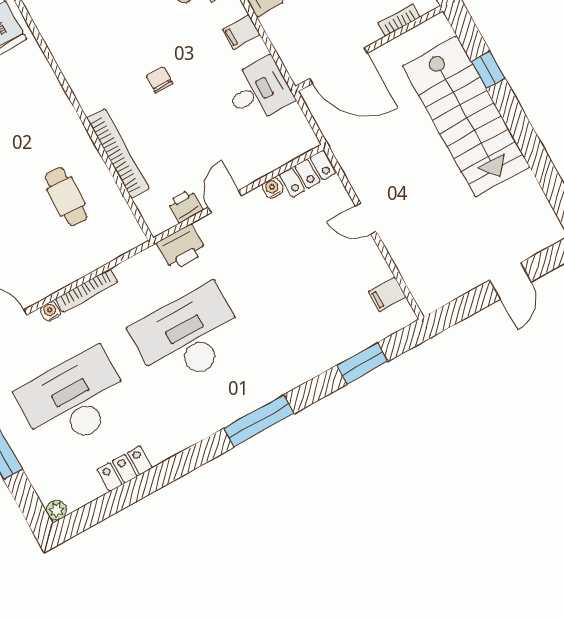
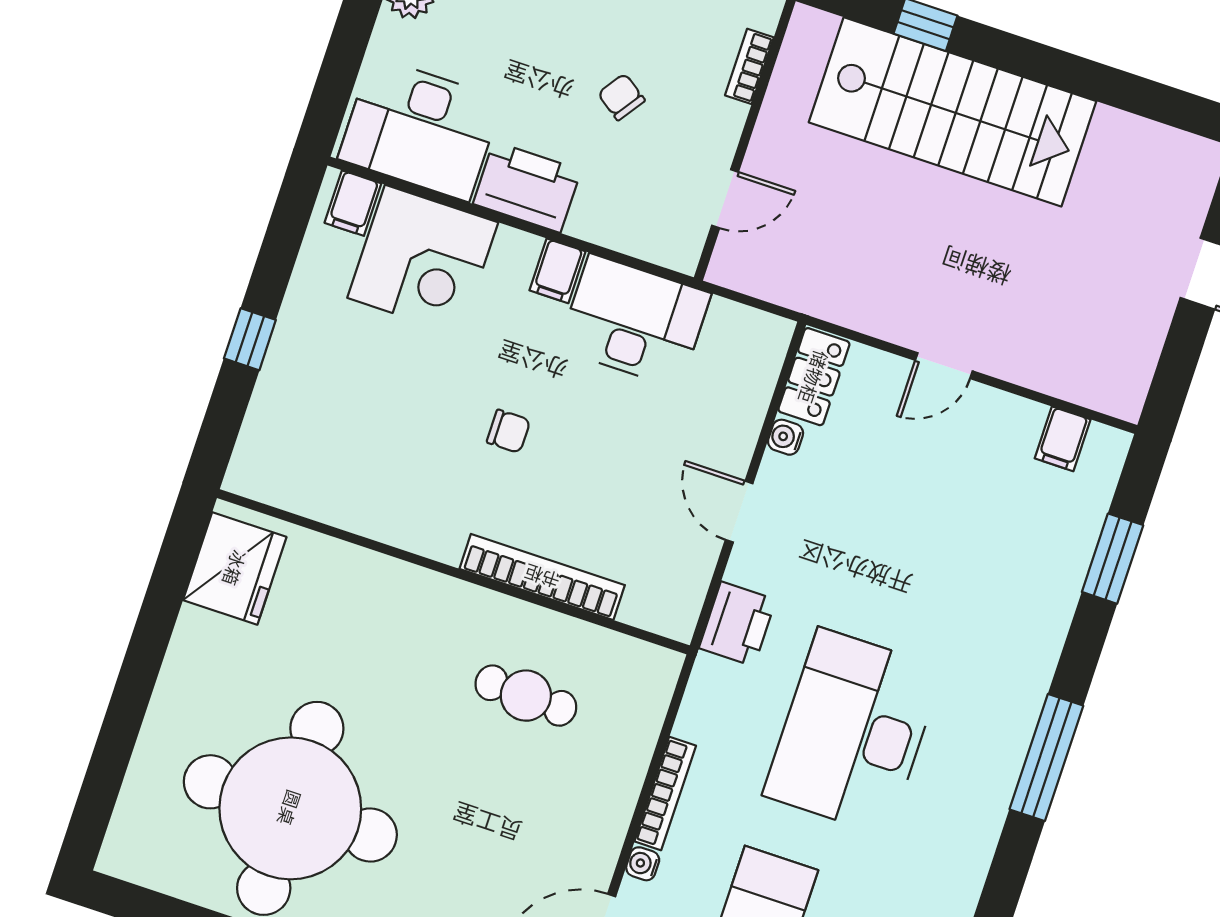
door: (338, 66) -> (725, 199), width x0.53
chair: (160, 80) -> (508, 431), turned 180
desk: (259, 91) -> (634, 321), width x1.37
printer: (185, 206) -> (693, 565), removed

